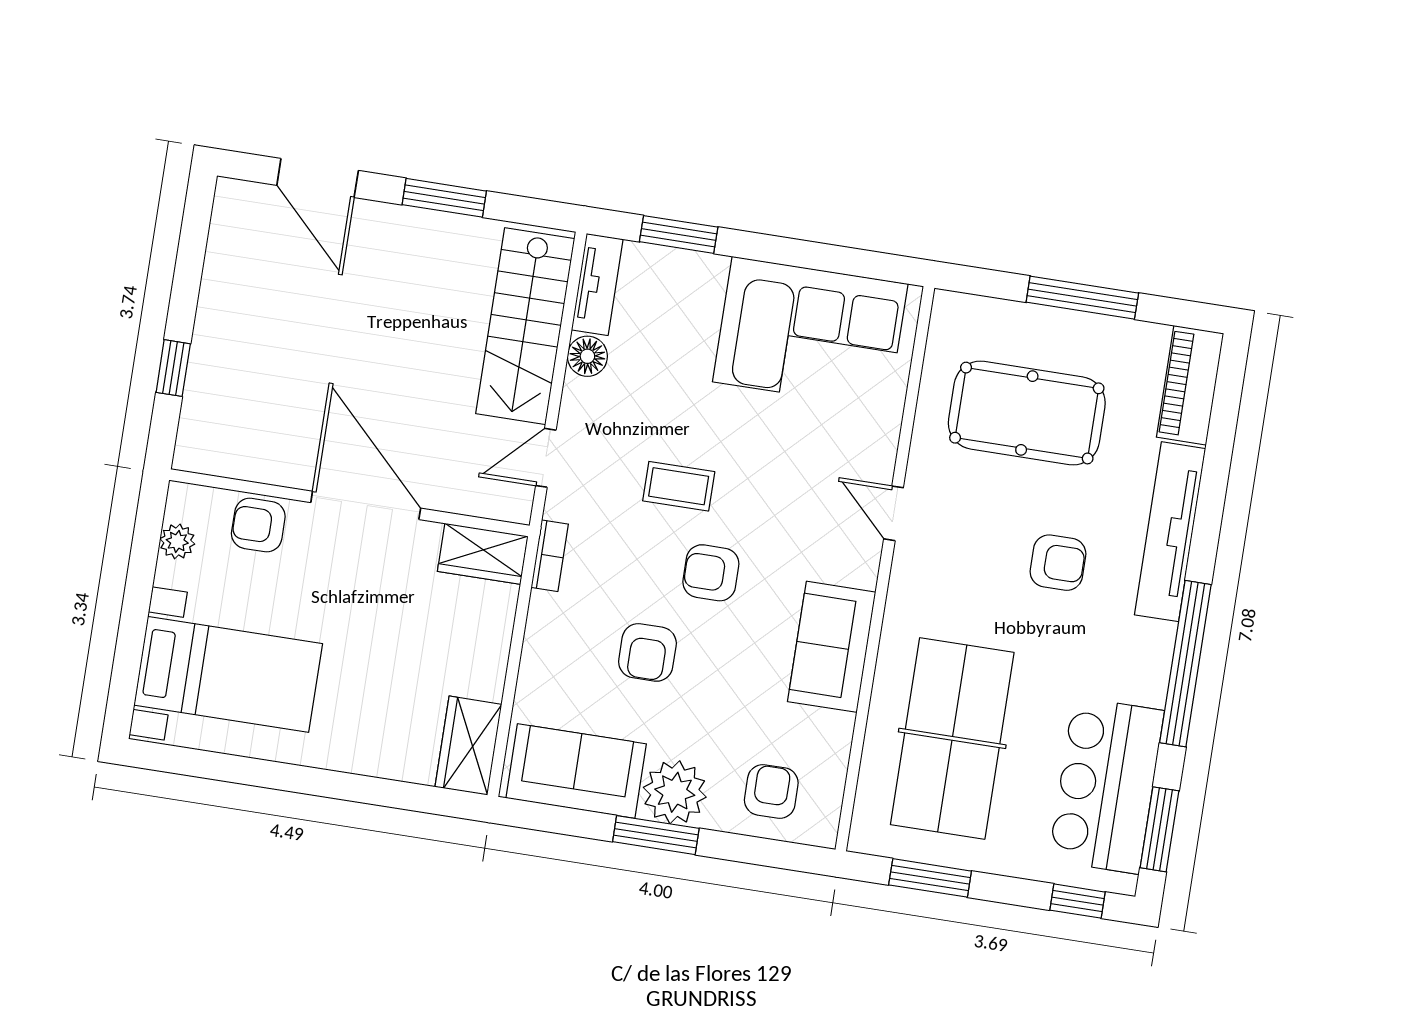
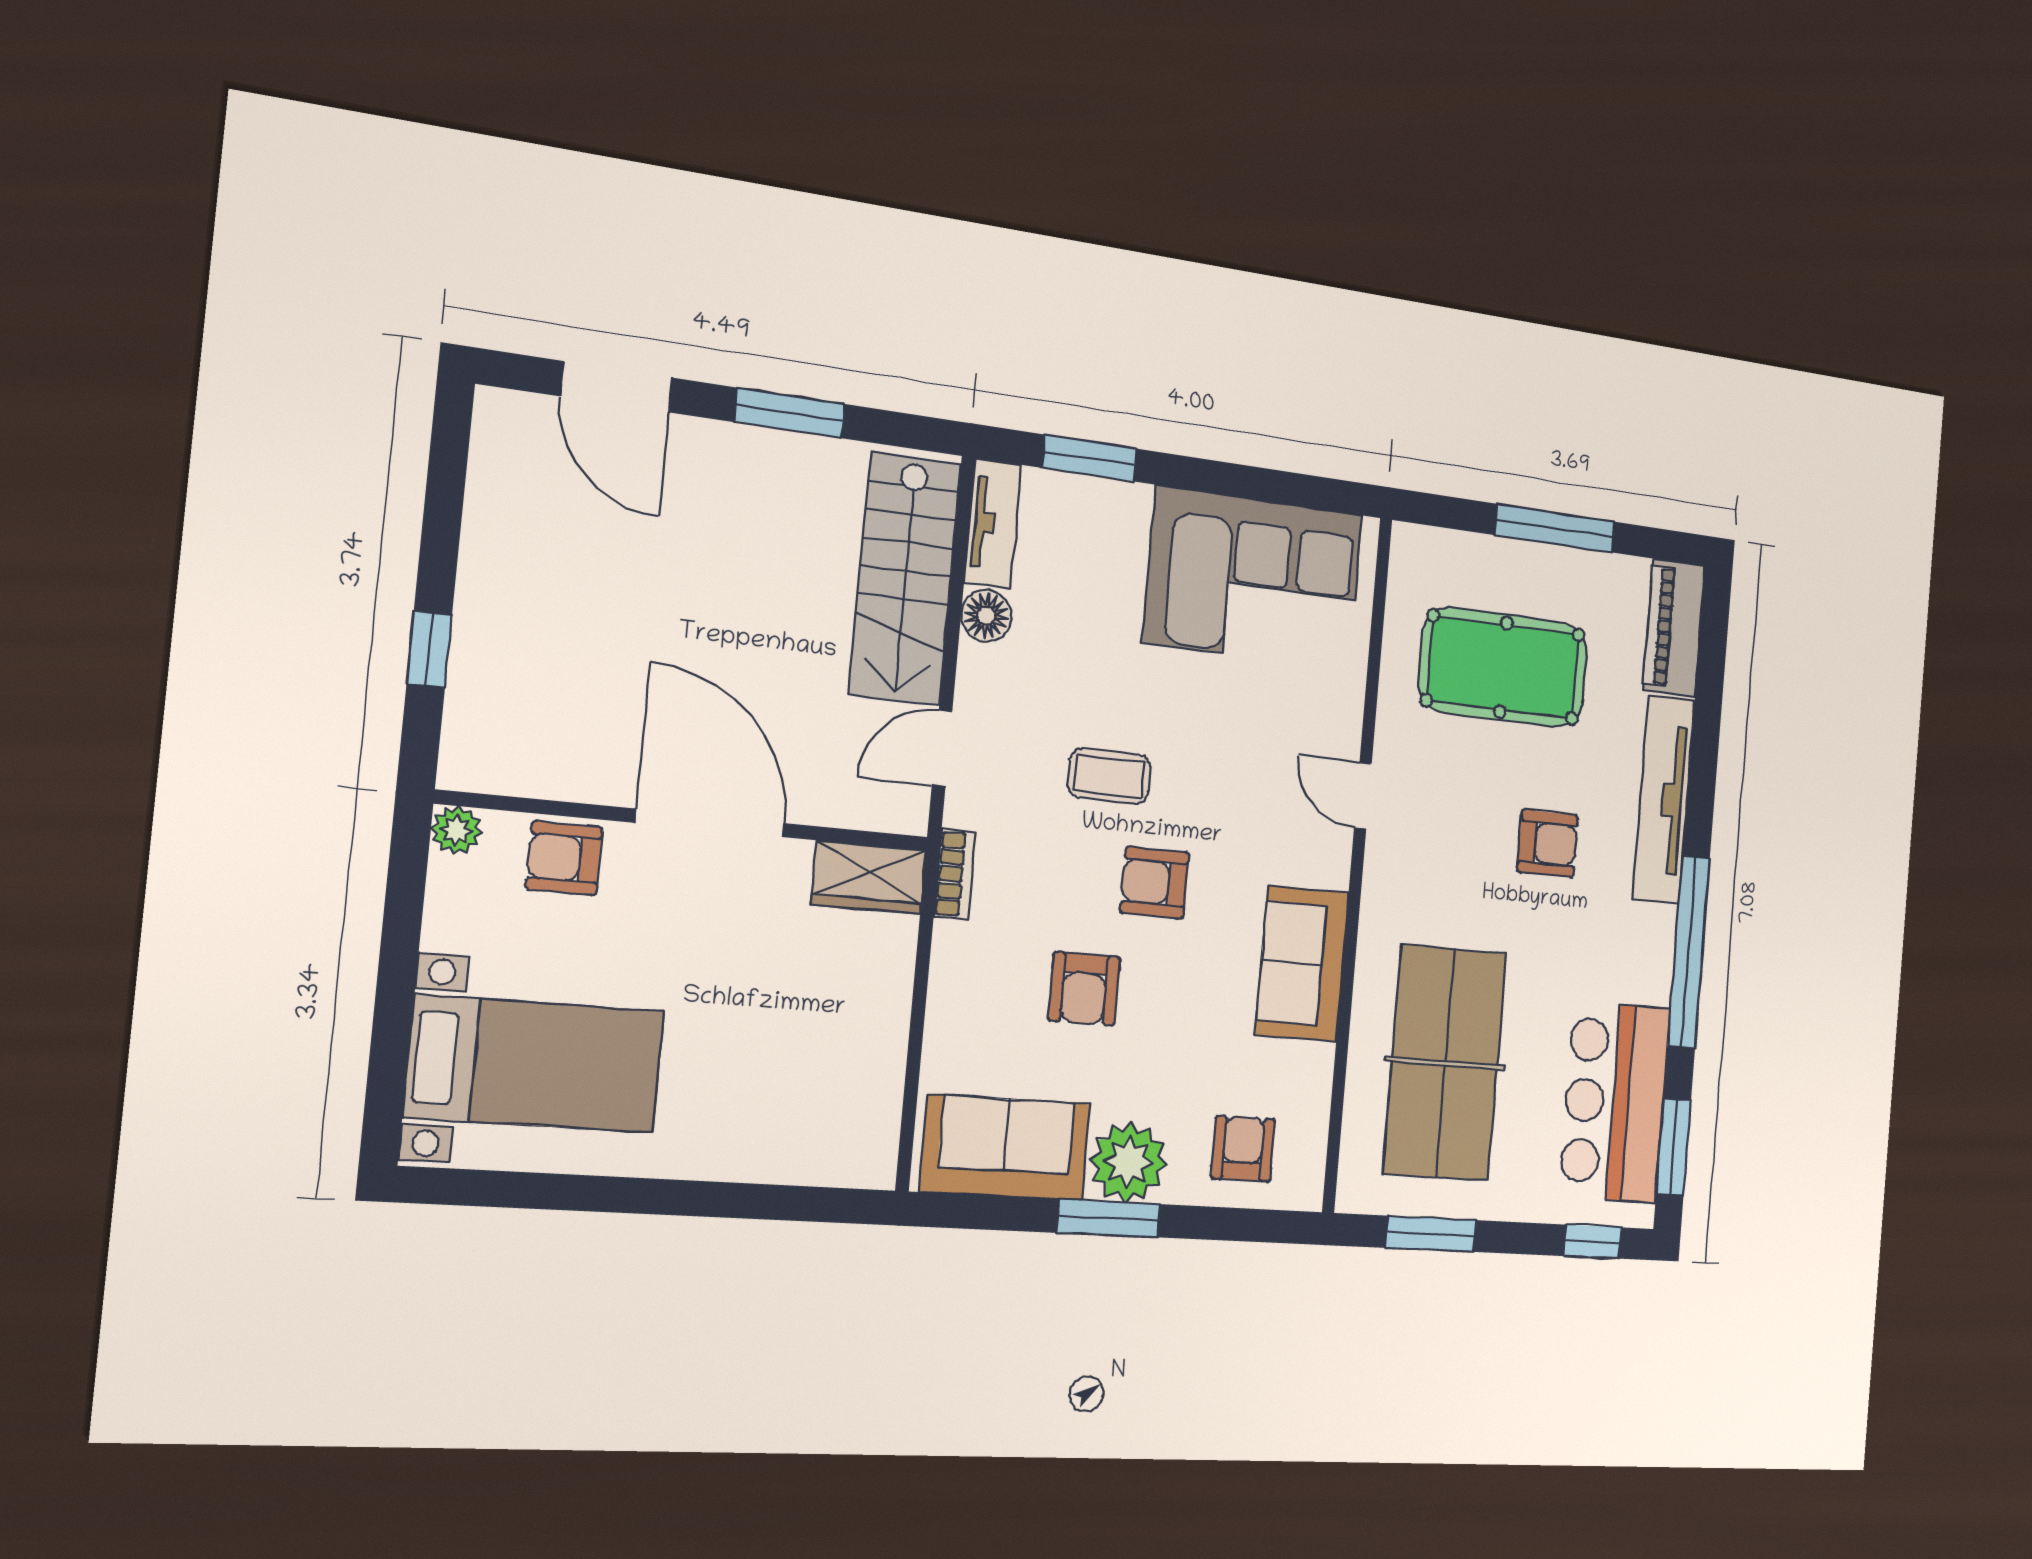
plant: (177, 541) -> (456, 830), moved
wardrobe: (468, 746) -> (866, 1129), removed

